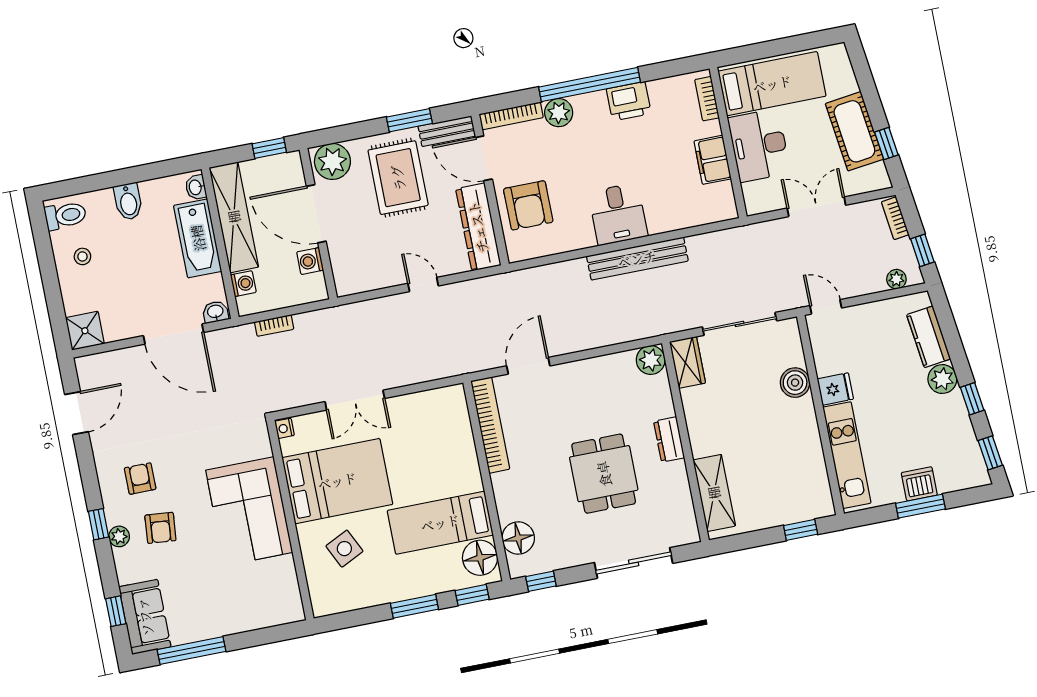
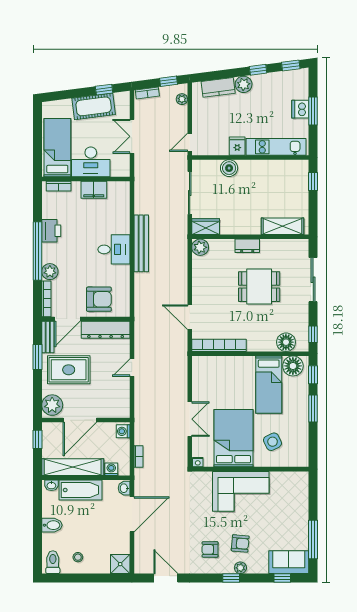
washing machine: (310, 261) -> (123, 431), moved, turned 90

